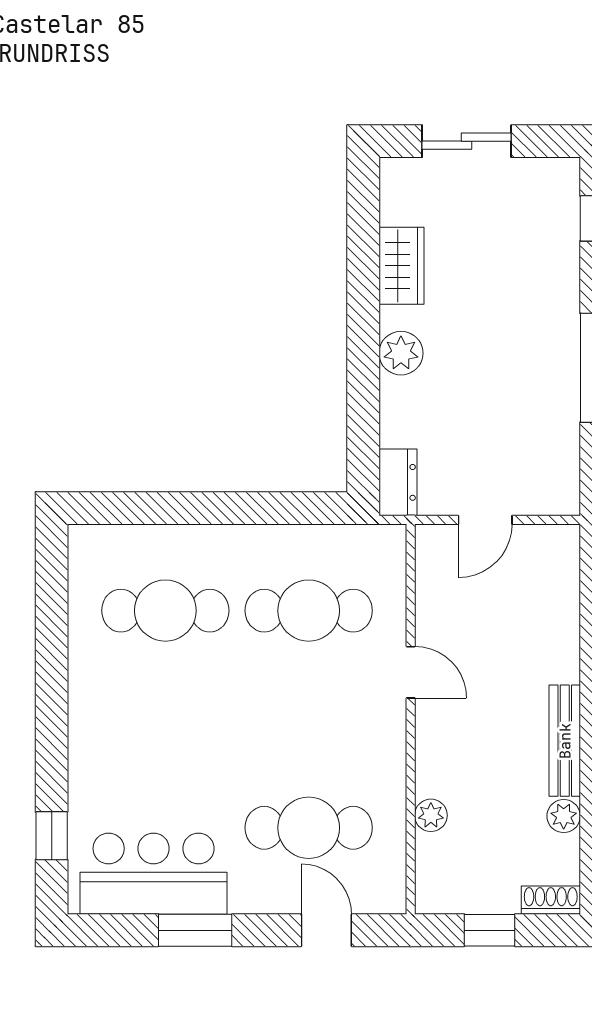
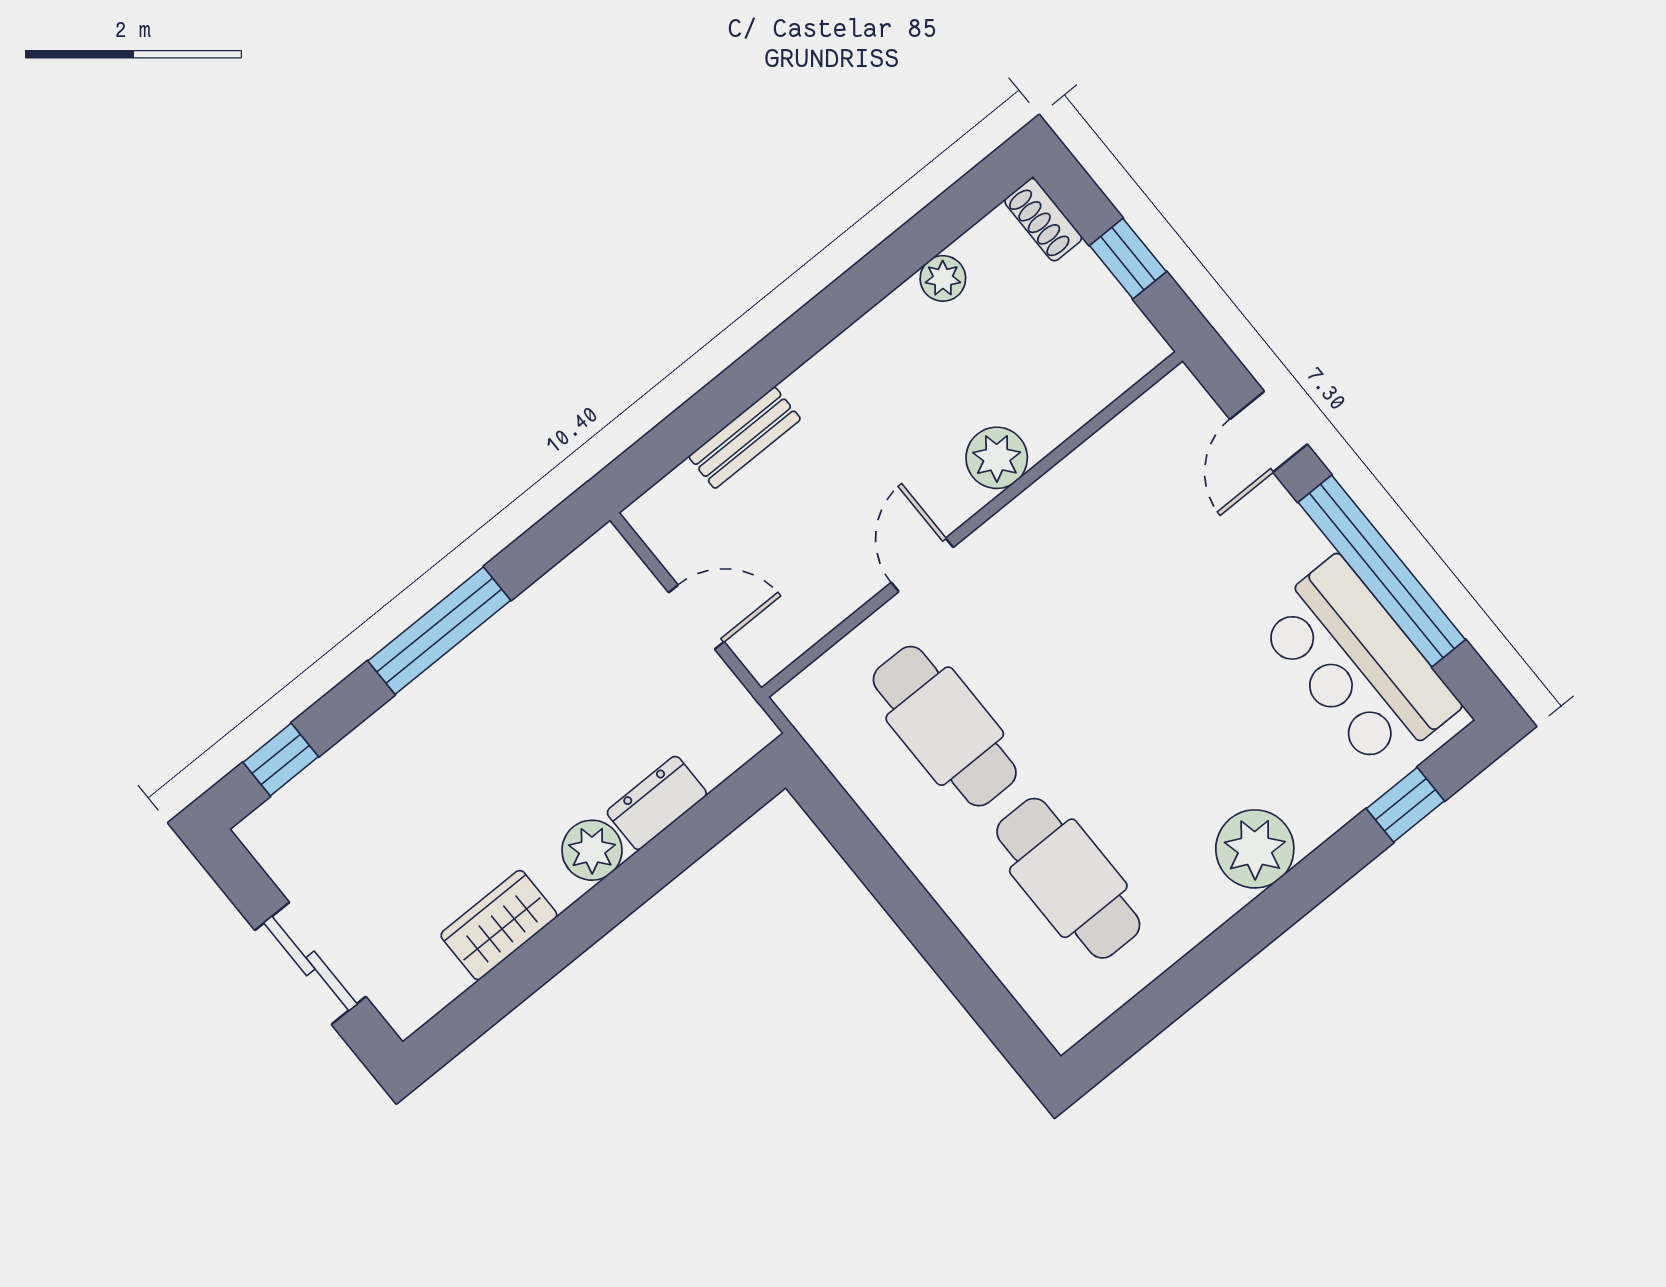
dresser: (398, 482) -> (657, 803), moved
plant: (96, 730) -> (1255, 849), added
bench: (565, 741) -> (745, 438), moved, width x0.73
plant: (431, 815) -> (997, 458), moved, width x1.38, depth x1.38
cafe table: (309, 828) -> (1175, 539), removed
window: (195, 930) -> (1382, 571), width x2.11

